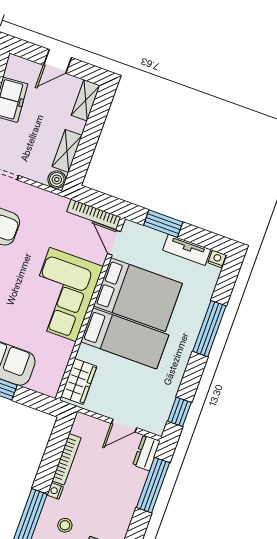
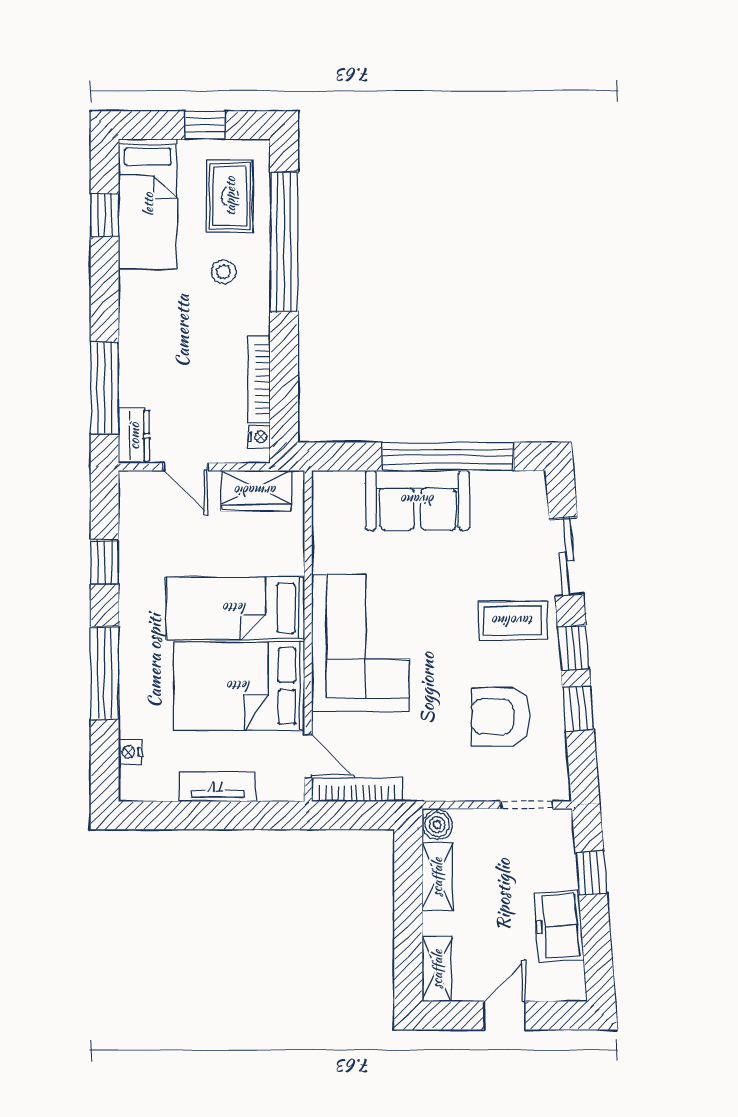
window: (163, 224) -> (240, 815), removed
tv unit: (187, 250) -> (218, 787), moved
nightstand: (217, 259) -> (130, 752), moved, turned 90
wardrobe: (79, 381) -> (256, 491), moved, turned -90
window: (179, 412) -> (105, 562), moved
door: (124, 426) -> (186, 467), swing flipped
nightstand: (55, 491) -> (259, 437), moved

